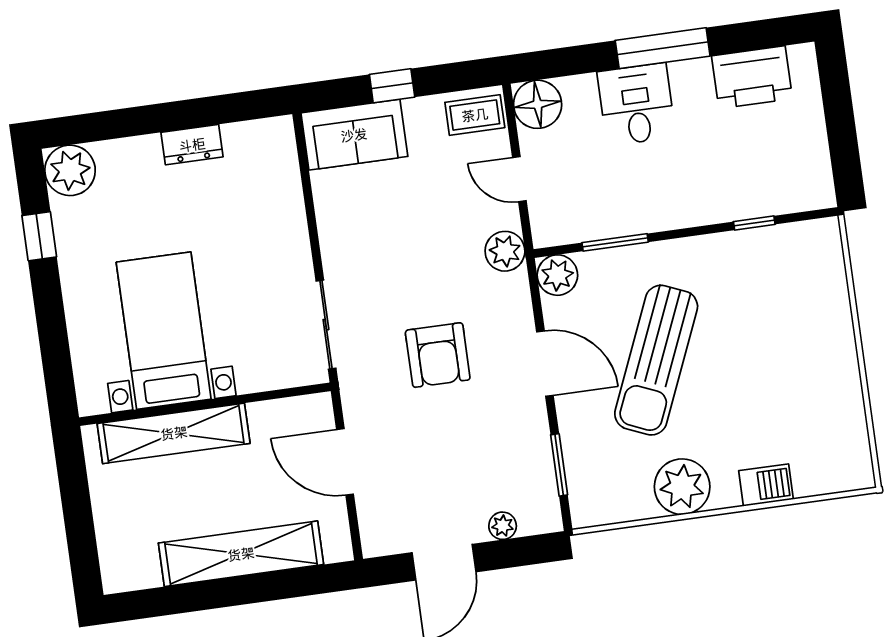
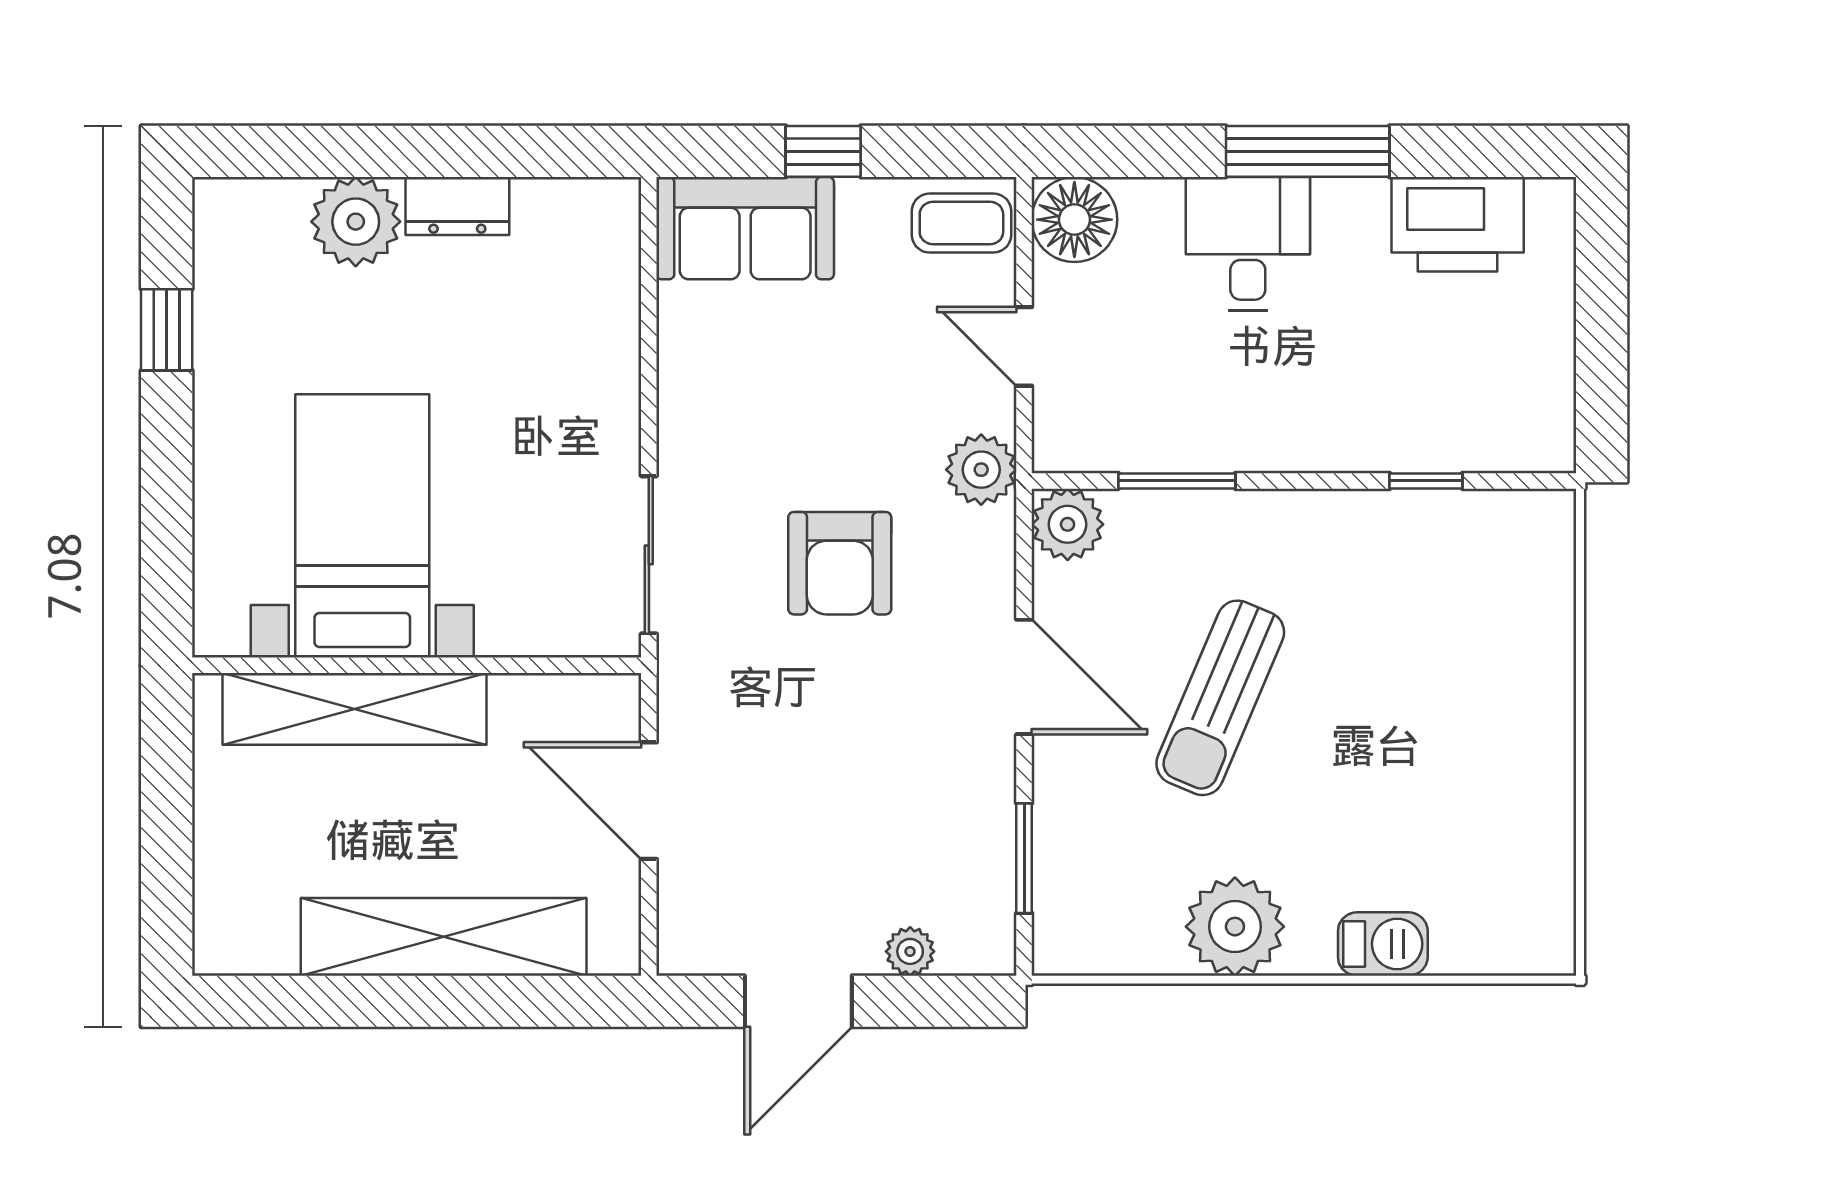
plant: (70, 170) -> (356, 222), moved
armchair: (438, 355) -> (840, 563), moved
sun lounger: (656, 360) -> (1220, 698), width x0.73, depth x0.75

